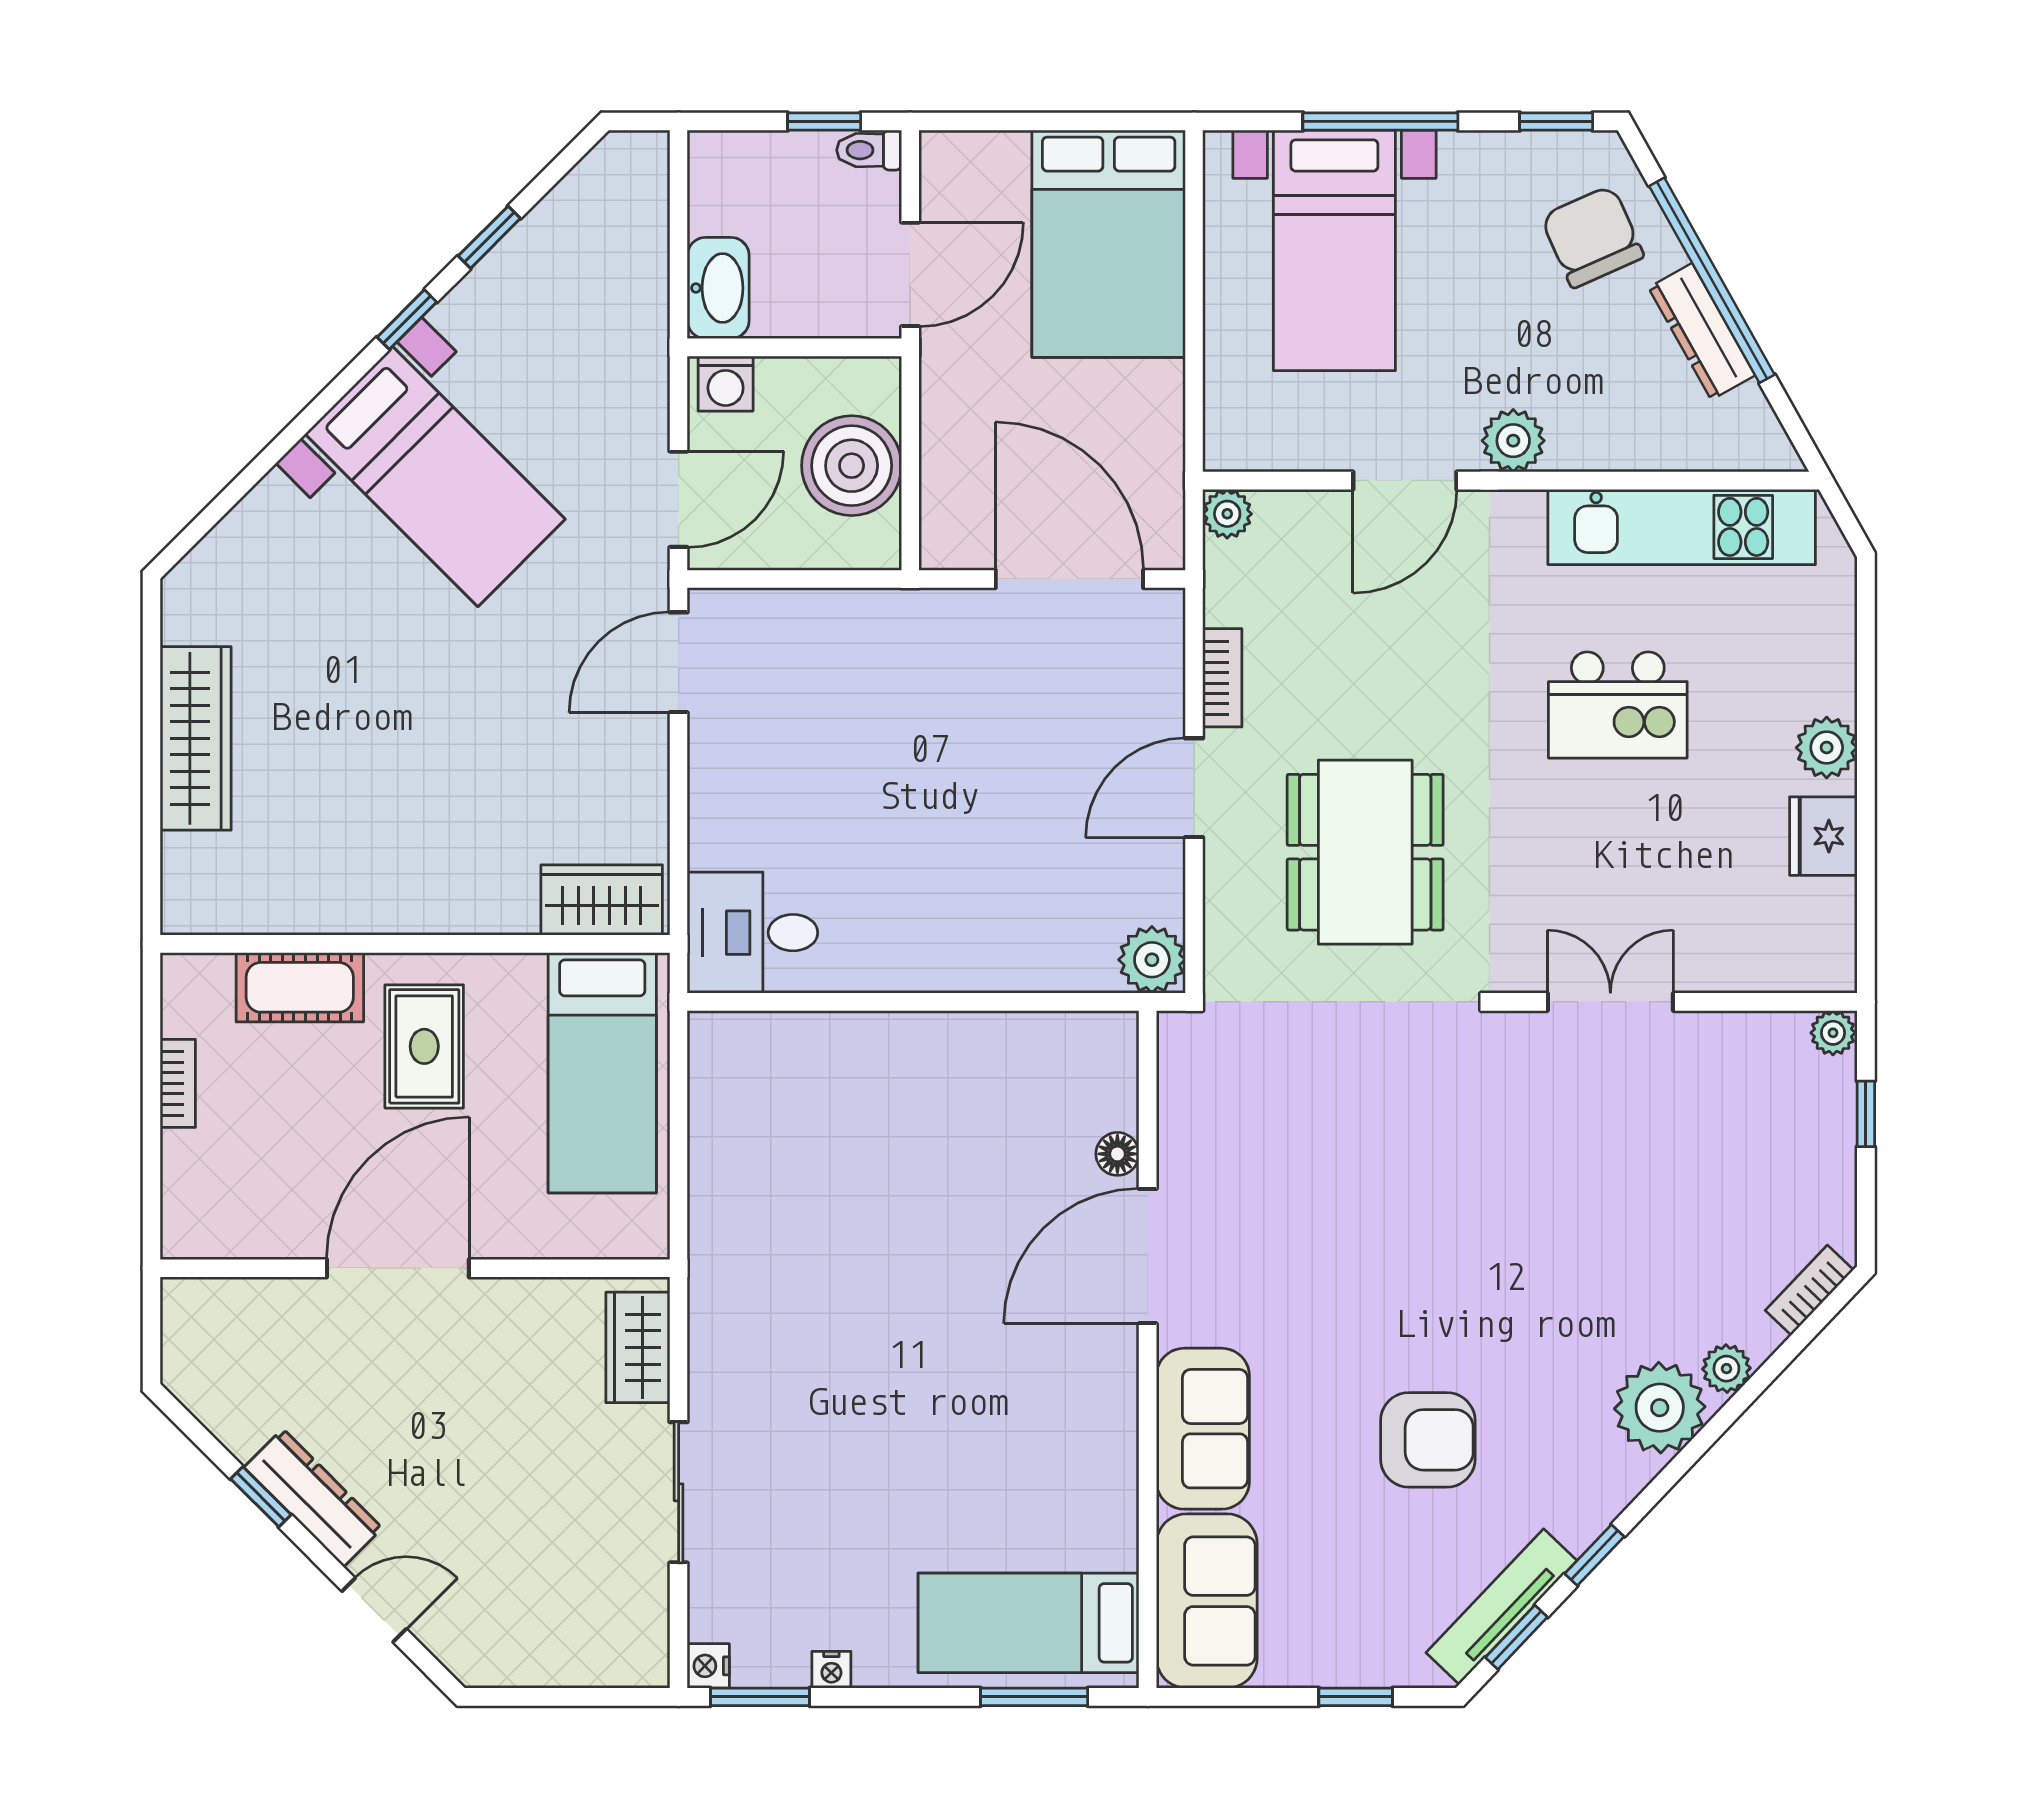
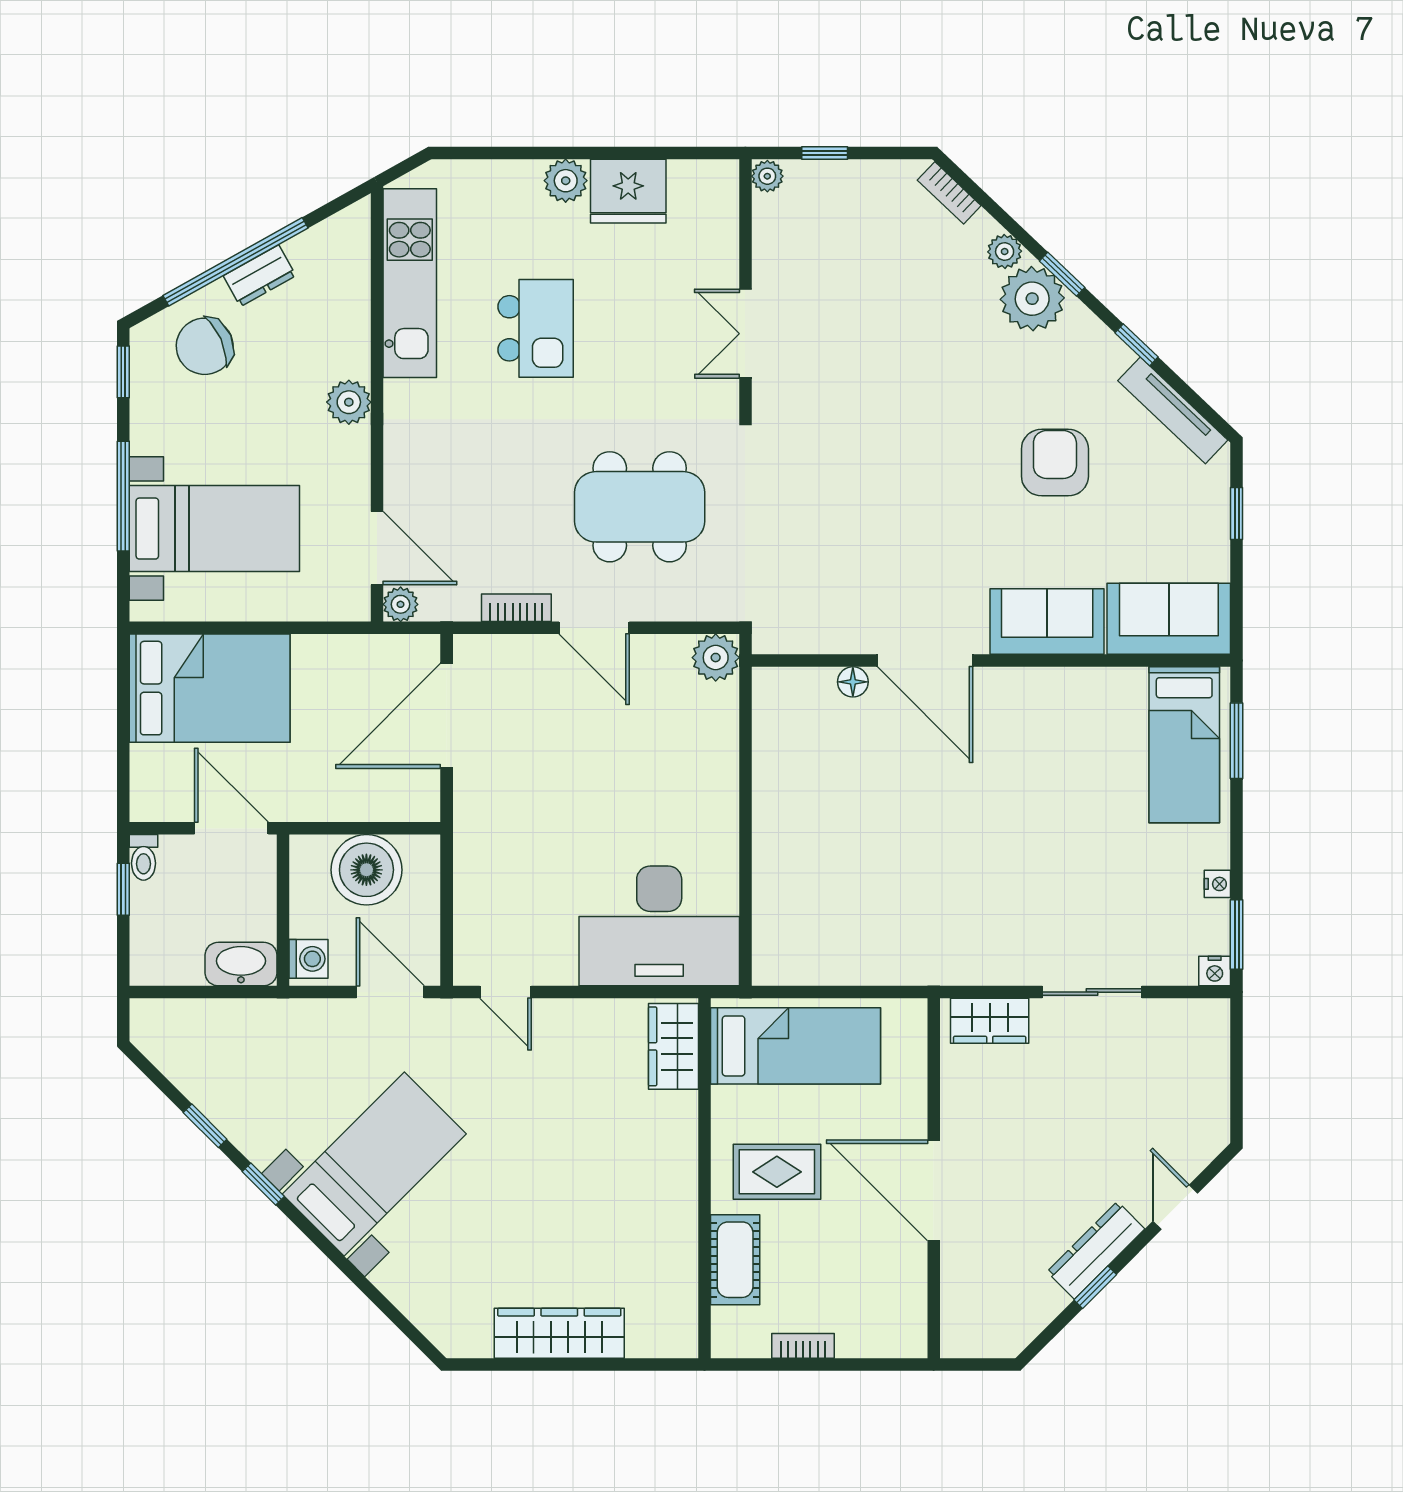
dresser: (1702, 331) -> (260, 276), width x0.70
door: (1405, 481) -> (377, 548), moved
door: (679, 662) -> (505, 992), width x0.73
fridge: (1823, 836) -> (628, 191), width x1.36, depth x1.34
desk: (752, 933) -> (659, 926), width x1.87, depth x1.30
window: (1516, 1637) -> (1062, 274), moved

